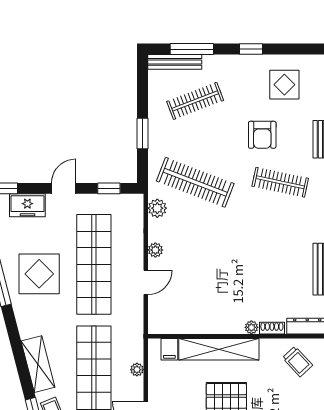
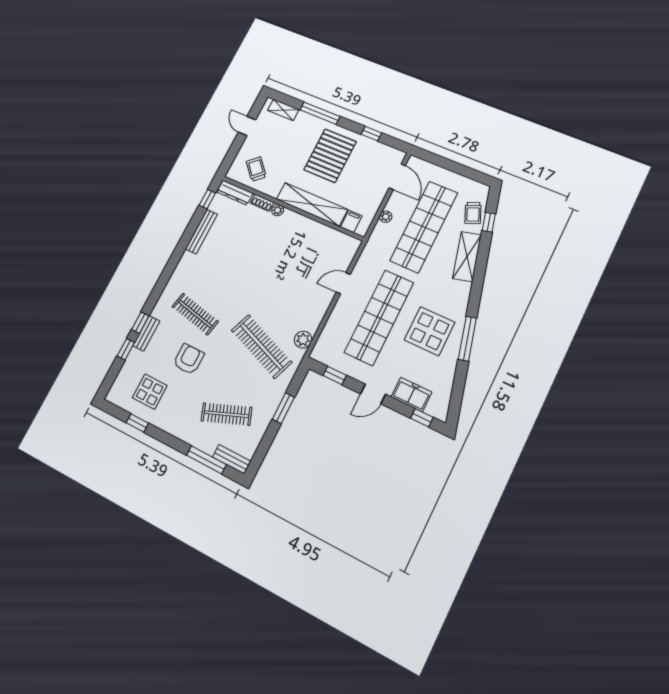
window: (251, 49) -> (137, 423), moved
bench: (175, 62) -> (232, 459), width x0.73
plant: (155, 250) -> (322, 306), removed

